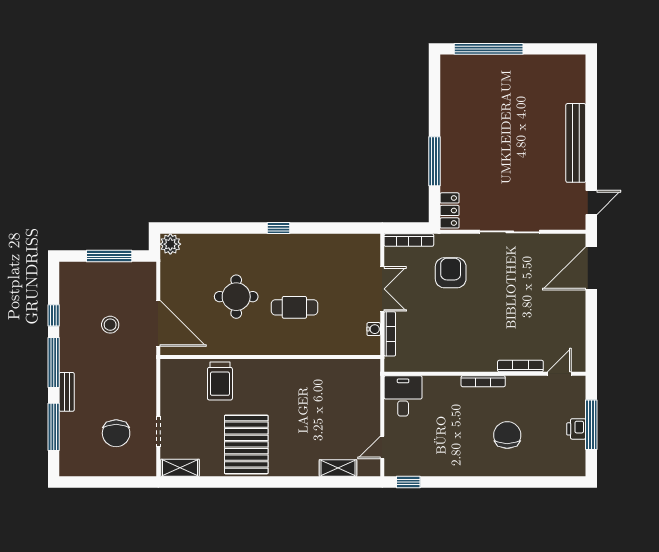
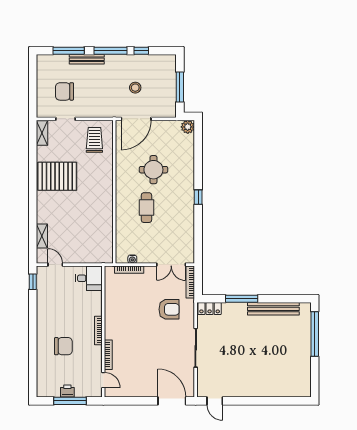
bench: (576, 143) -> (273, 309), moved
double door: (382, 289) -> (171, 265), moved
trolley: (220, 381) -> (94, 140), moved, turned 90
bench: (67, 392) -> (87, 59), width x1.36

